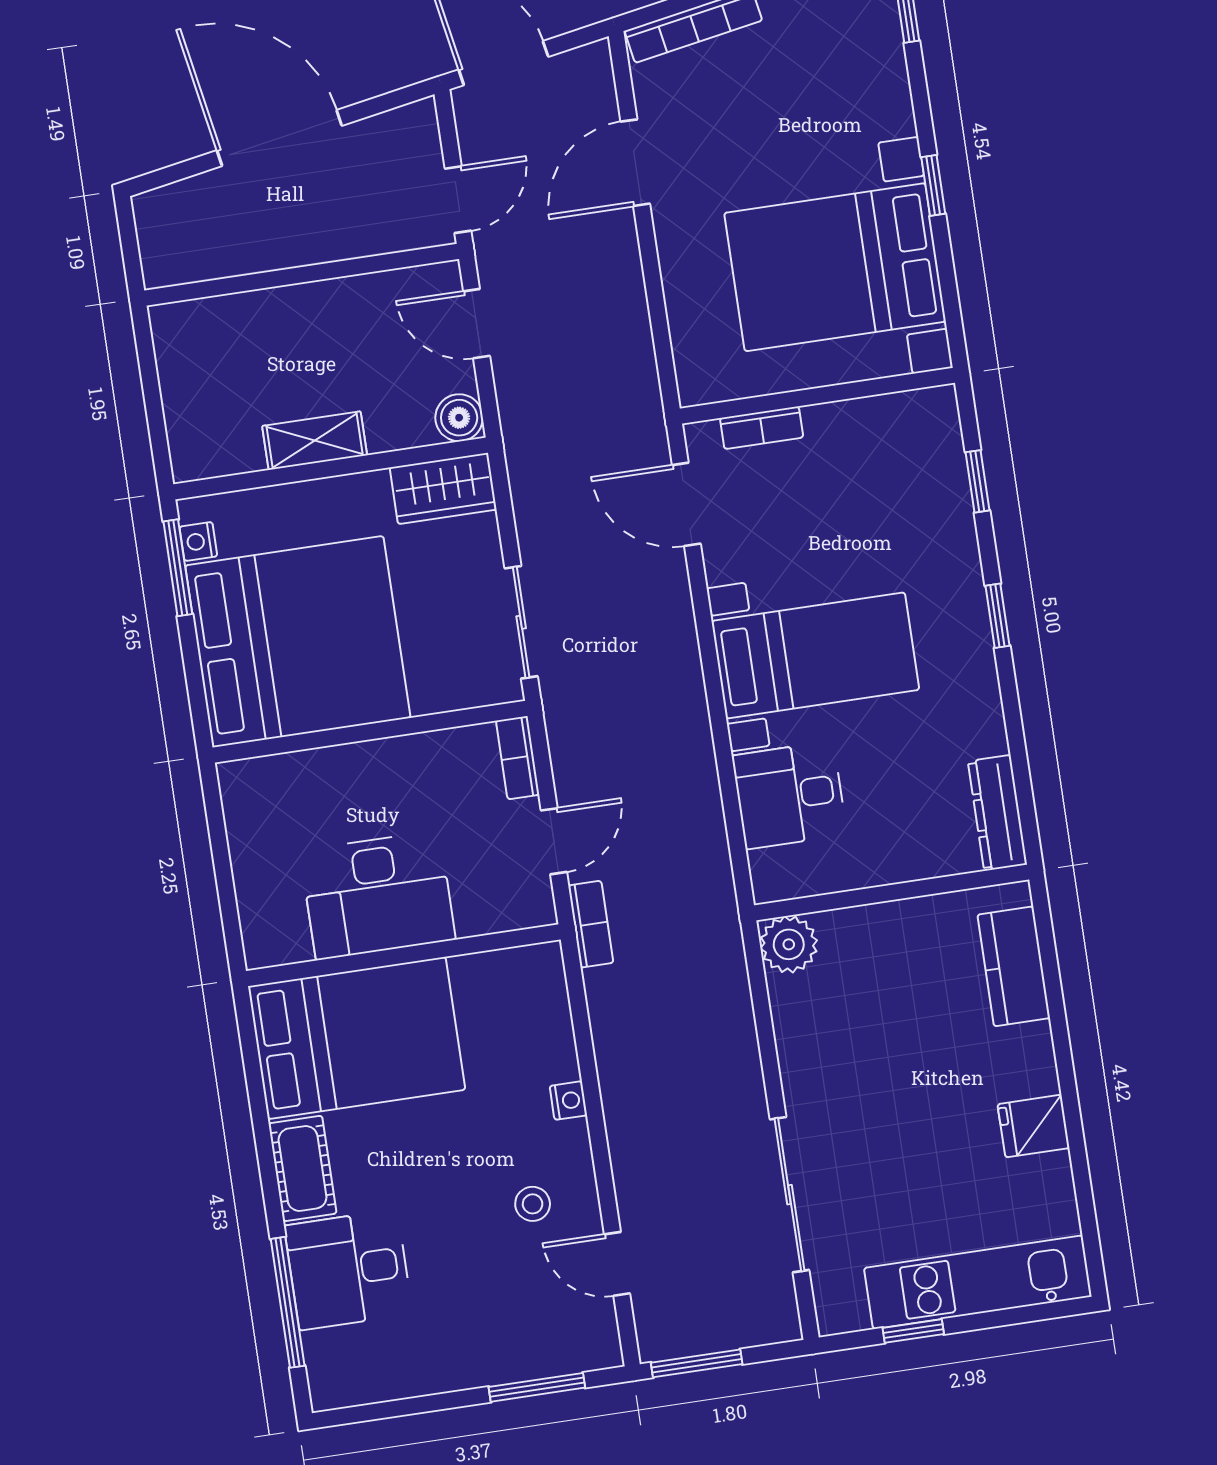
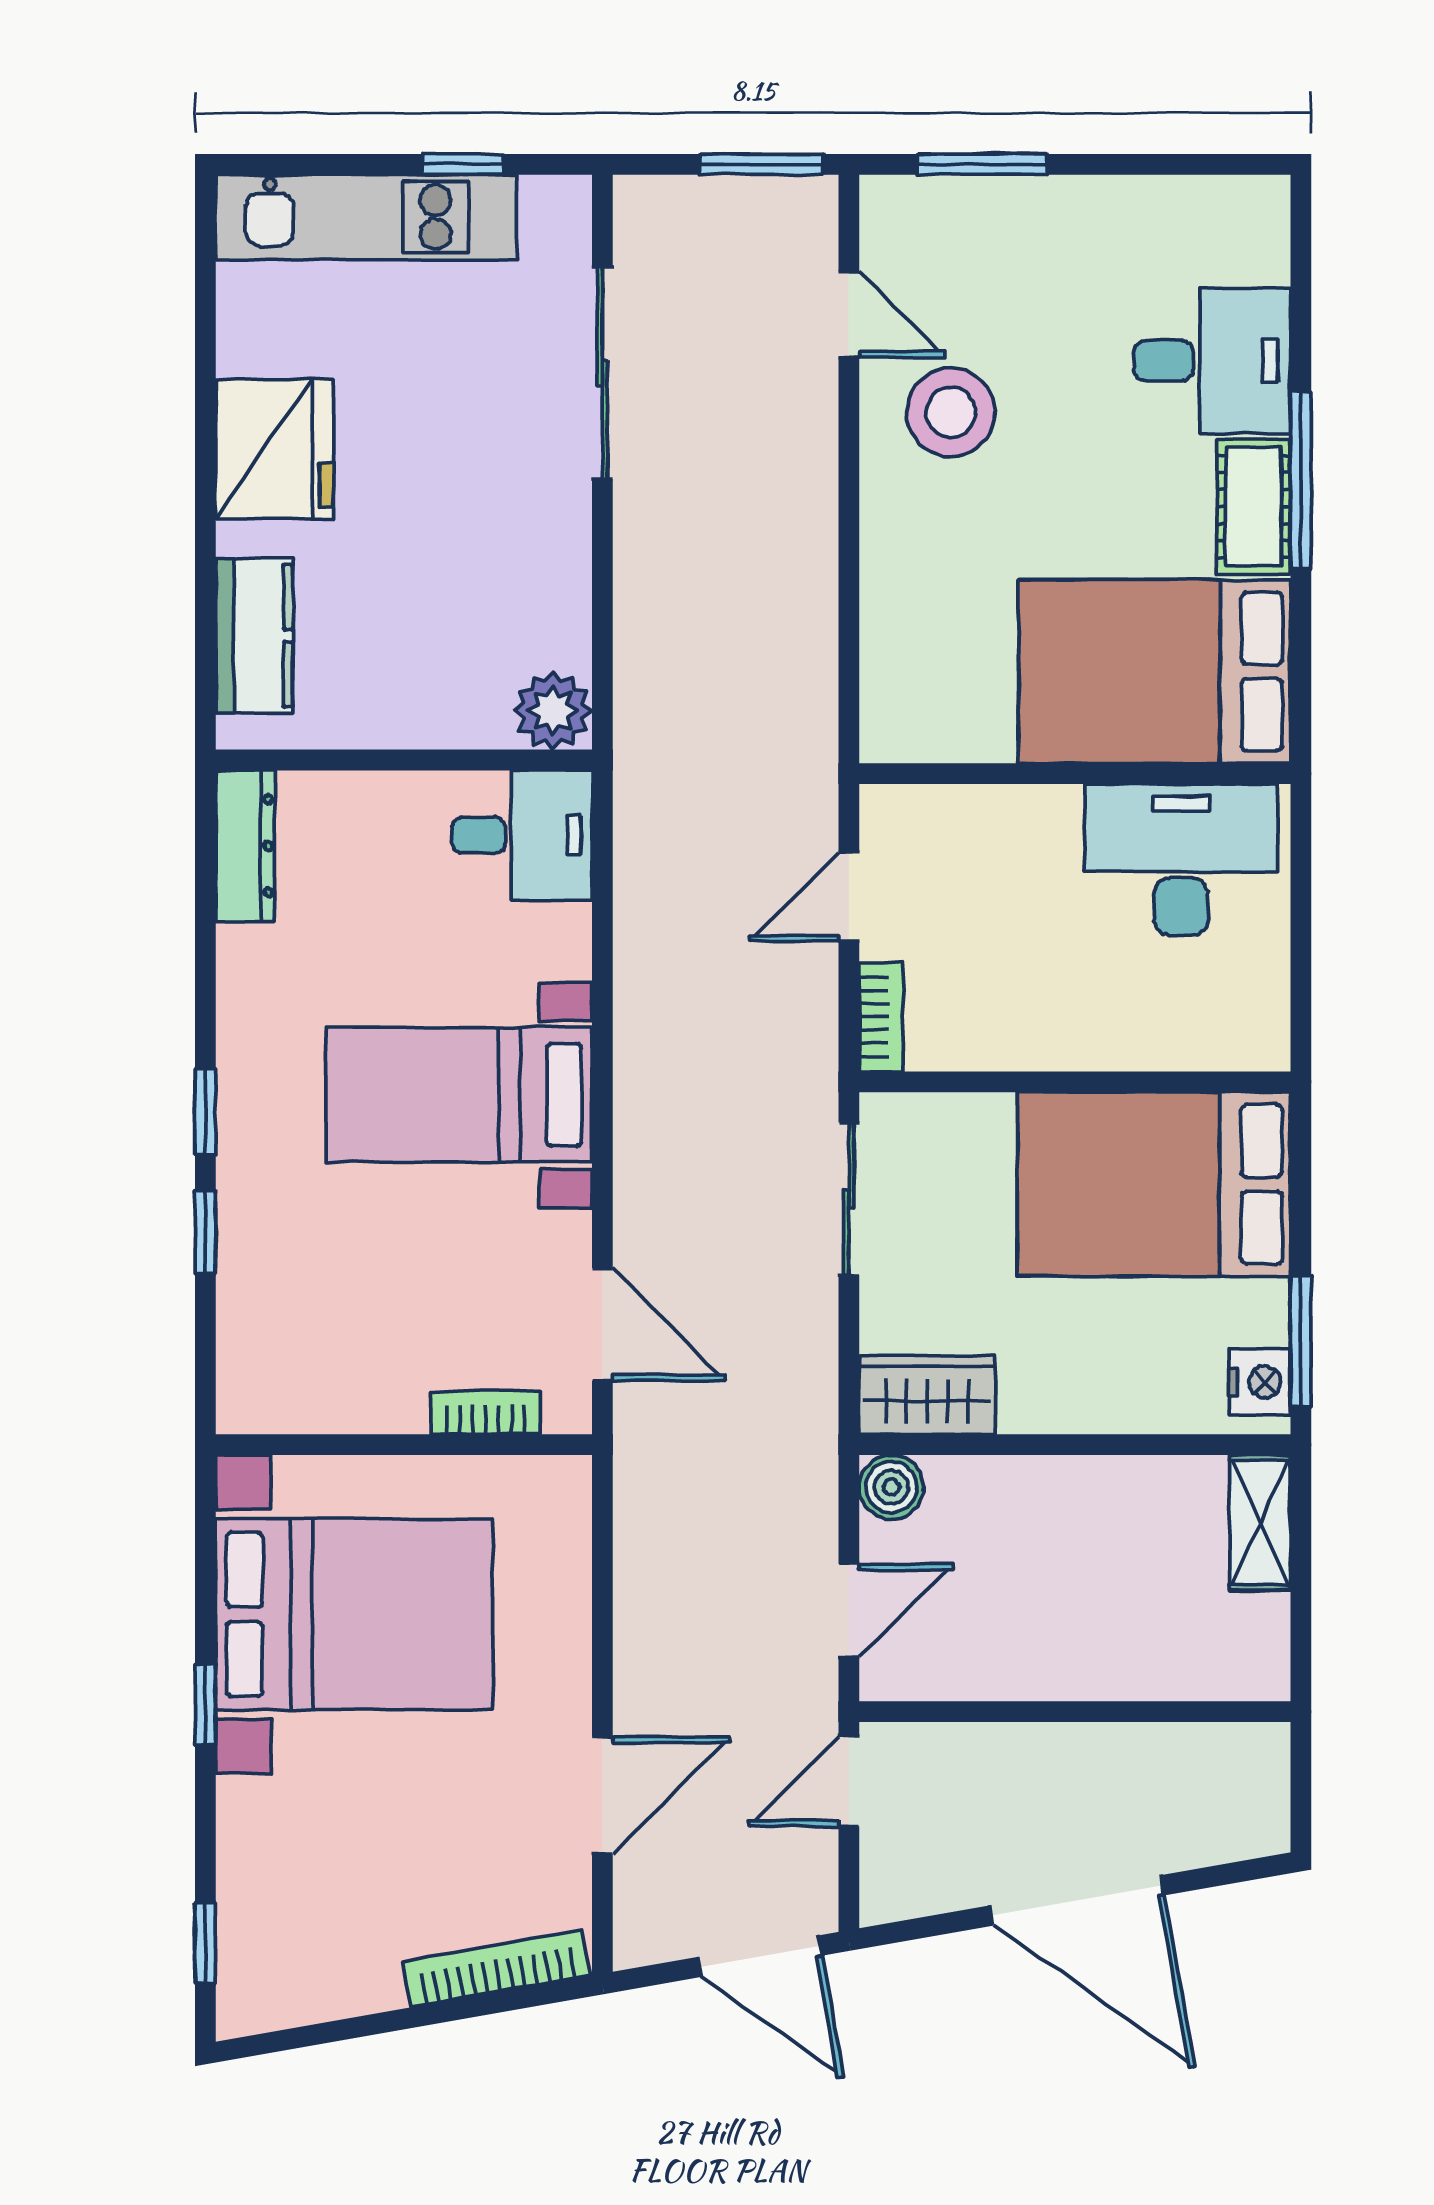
door: (477, 324) -> (849, 1610), hinge flipped
shelving: (315, 441) -> (1260, 1523), moved, turned 90
window: (977, 481) -> (205, 1232), moved
nightstand: (198, 541) -> (1260, 1382), width x1.39, depth x1.35
bed: (298, 642) -> (1154, 1184), width x0.73
desk: (789, 795) -> (522, 835), moved
desk: (378, 895) -> (1181, 860), moved
bookcase: (591, 924) -> (816, 778), removed
nightstand: (568, 1101) -> (882, 545), removed
fridge: (1034, 1126) -> (275, 449), width x1.88, depth x1.34
stool: (533, 1204) -> (951, 412), width x1.89, depth x1.89
window: (288, 1302) -> (1301, 480), moved

